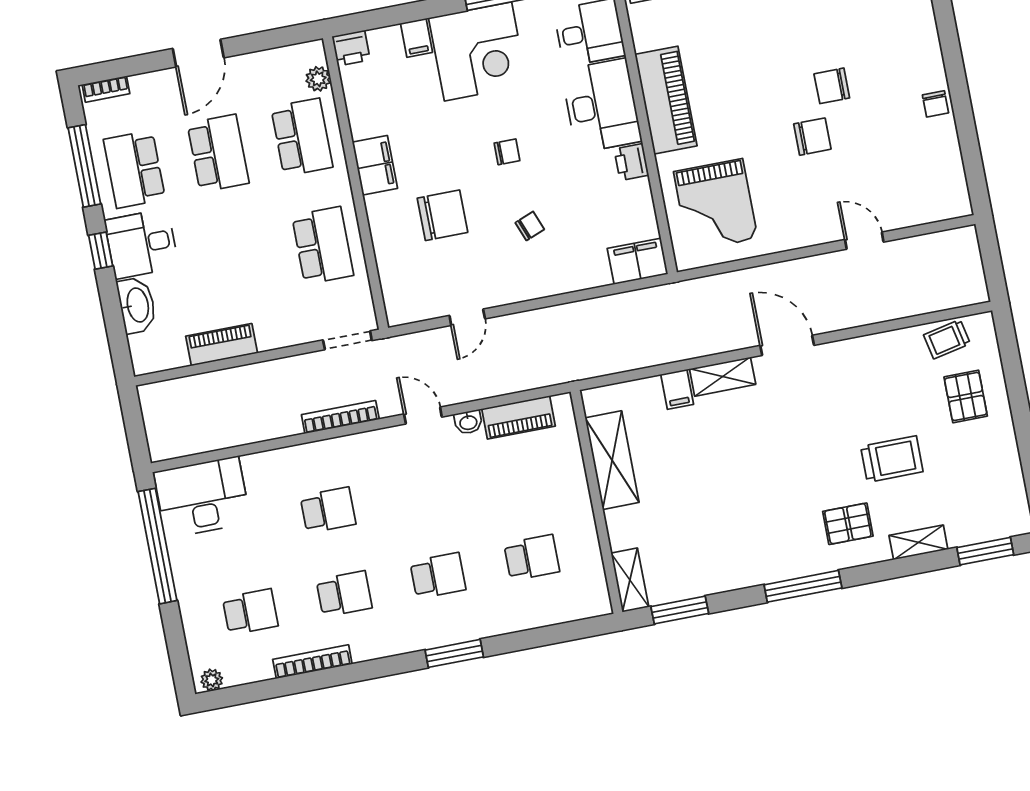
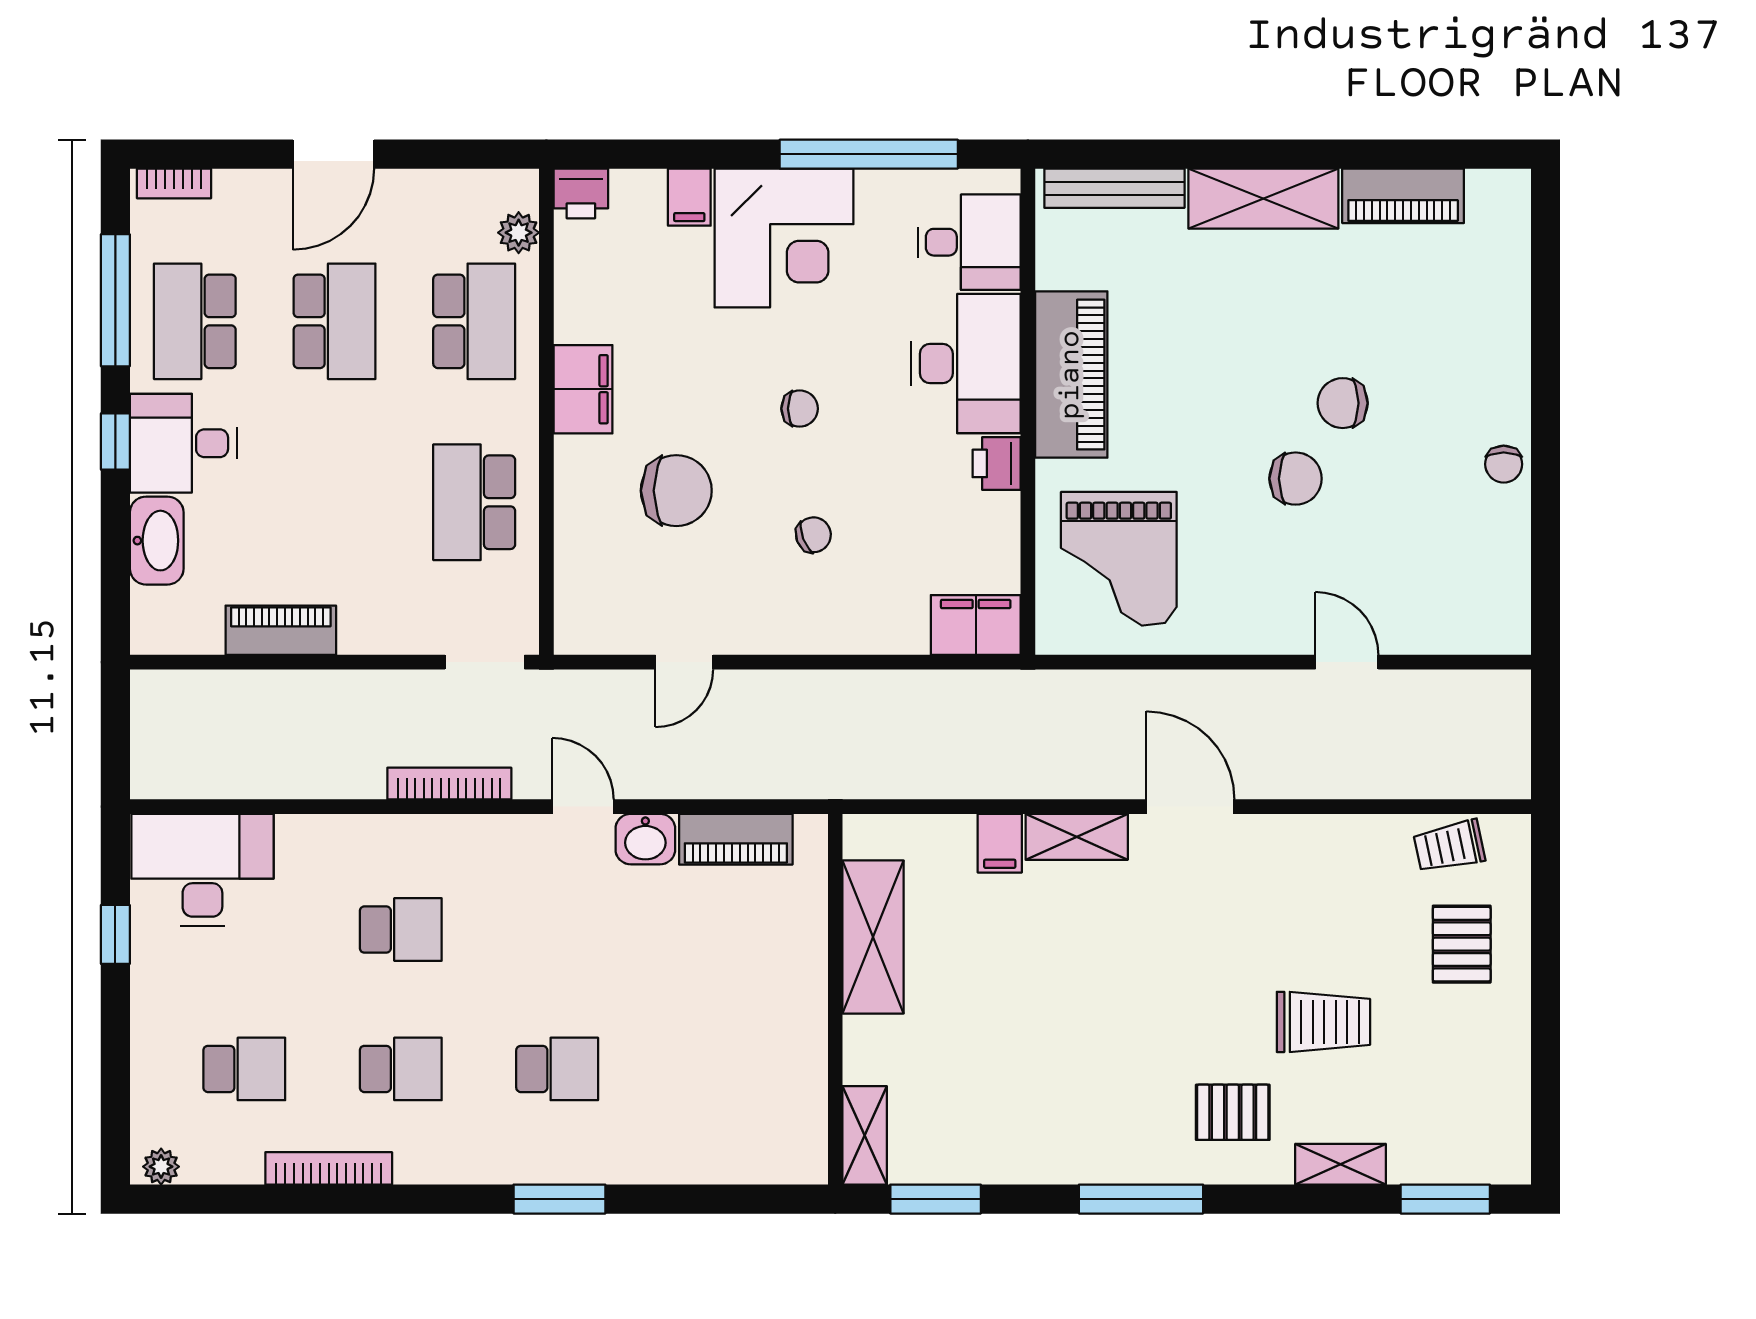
school desk: (323, 246) -> (474, 502), turned 180
washbasin: (468, 422) -> (645, 839), width x1.38, depth x1.45
window: (158, 546) -> (115, 934), width x0.32
school desk: (532, 558) -> (714, 1069), removed

